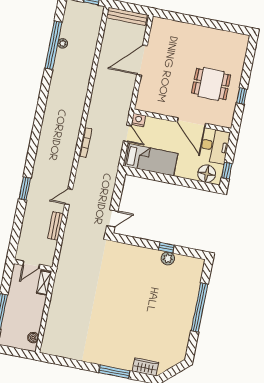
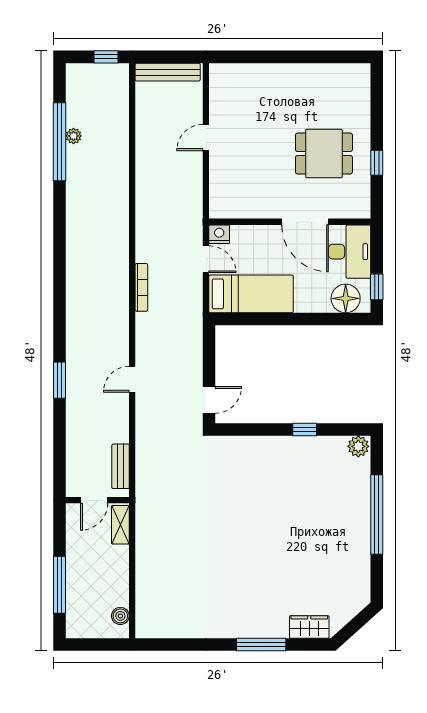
door: (142, 60) -> (206, 137), width x0.53
bench: (56, 226) -> (121, 466), moved
plant: (168, 258) -> (358, 446), moved

